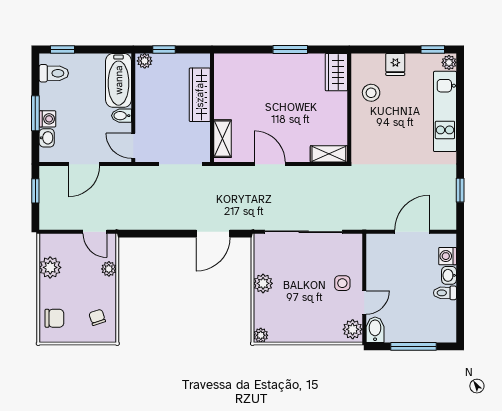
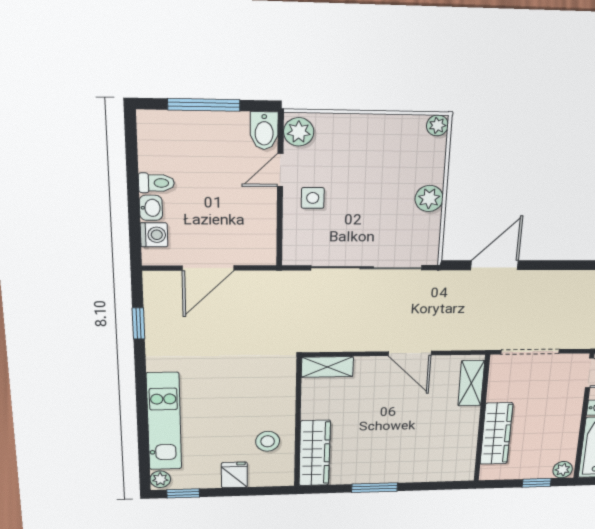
wardrobe: (336, 72) -> (315, 453), width x1.50

